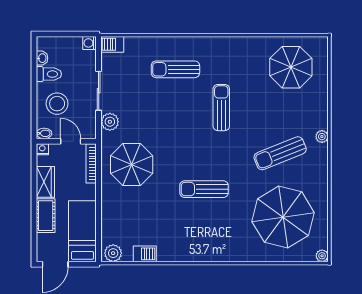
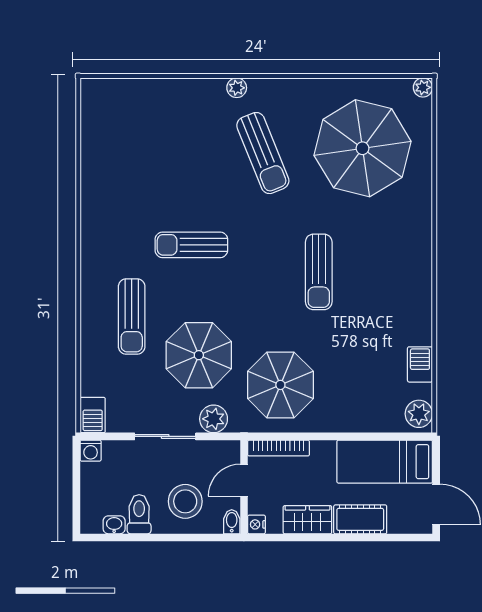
parasol: (291, 67) -> (199, 355), moved

